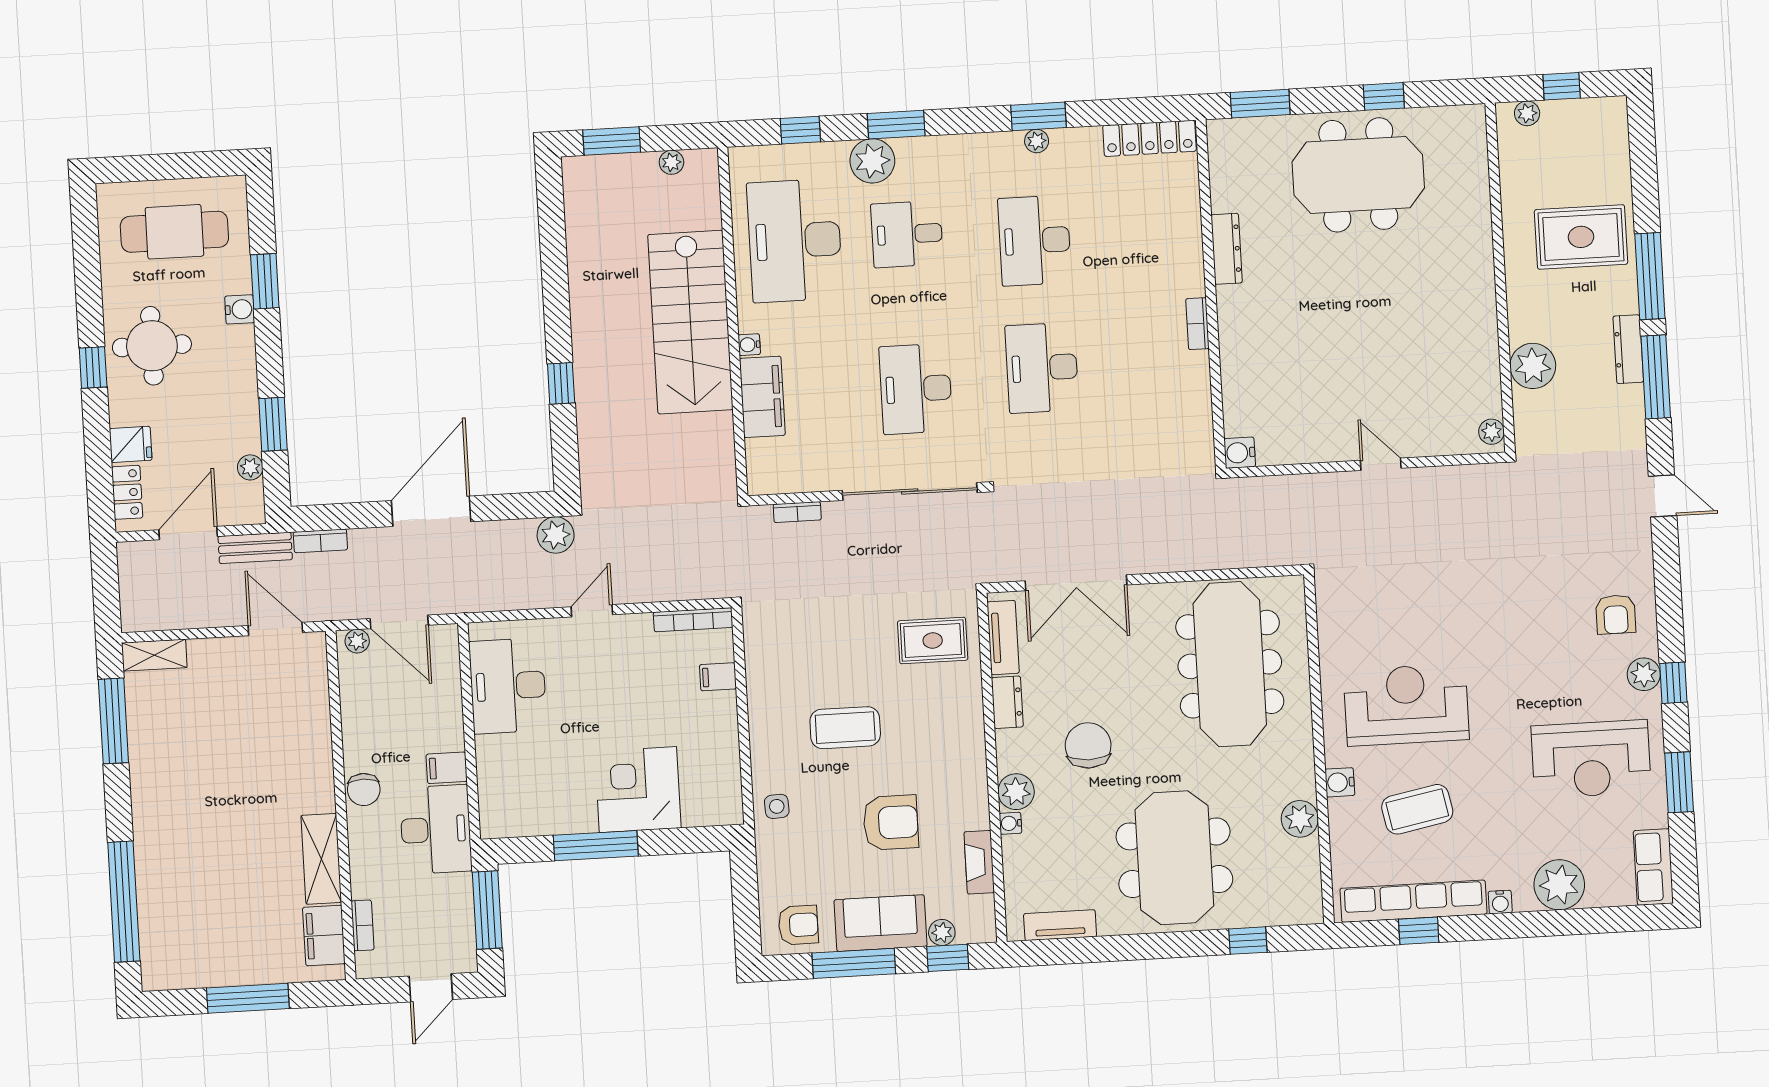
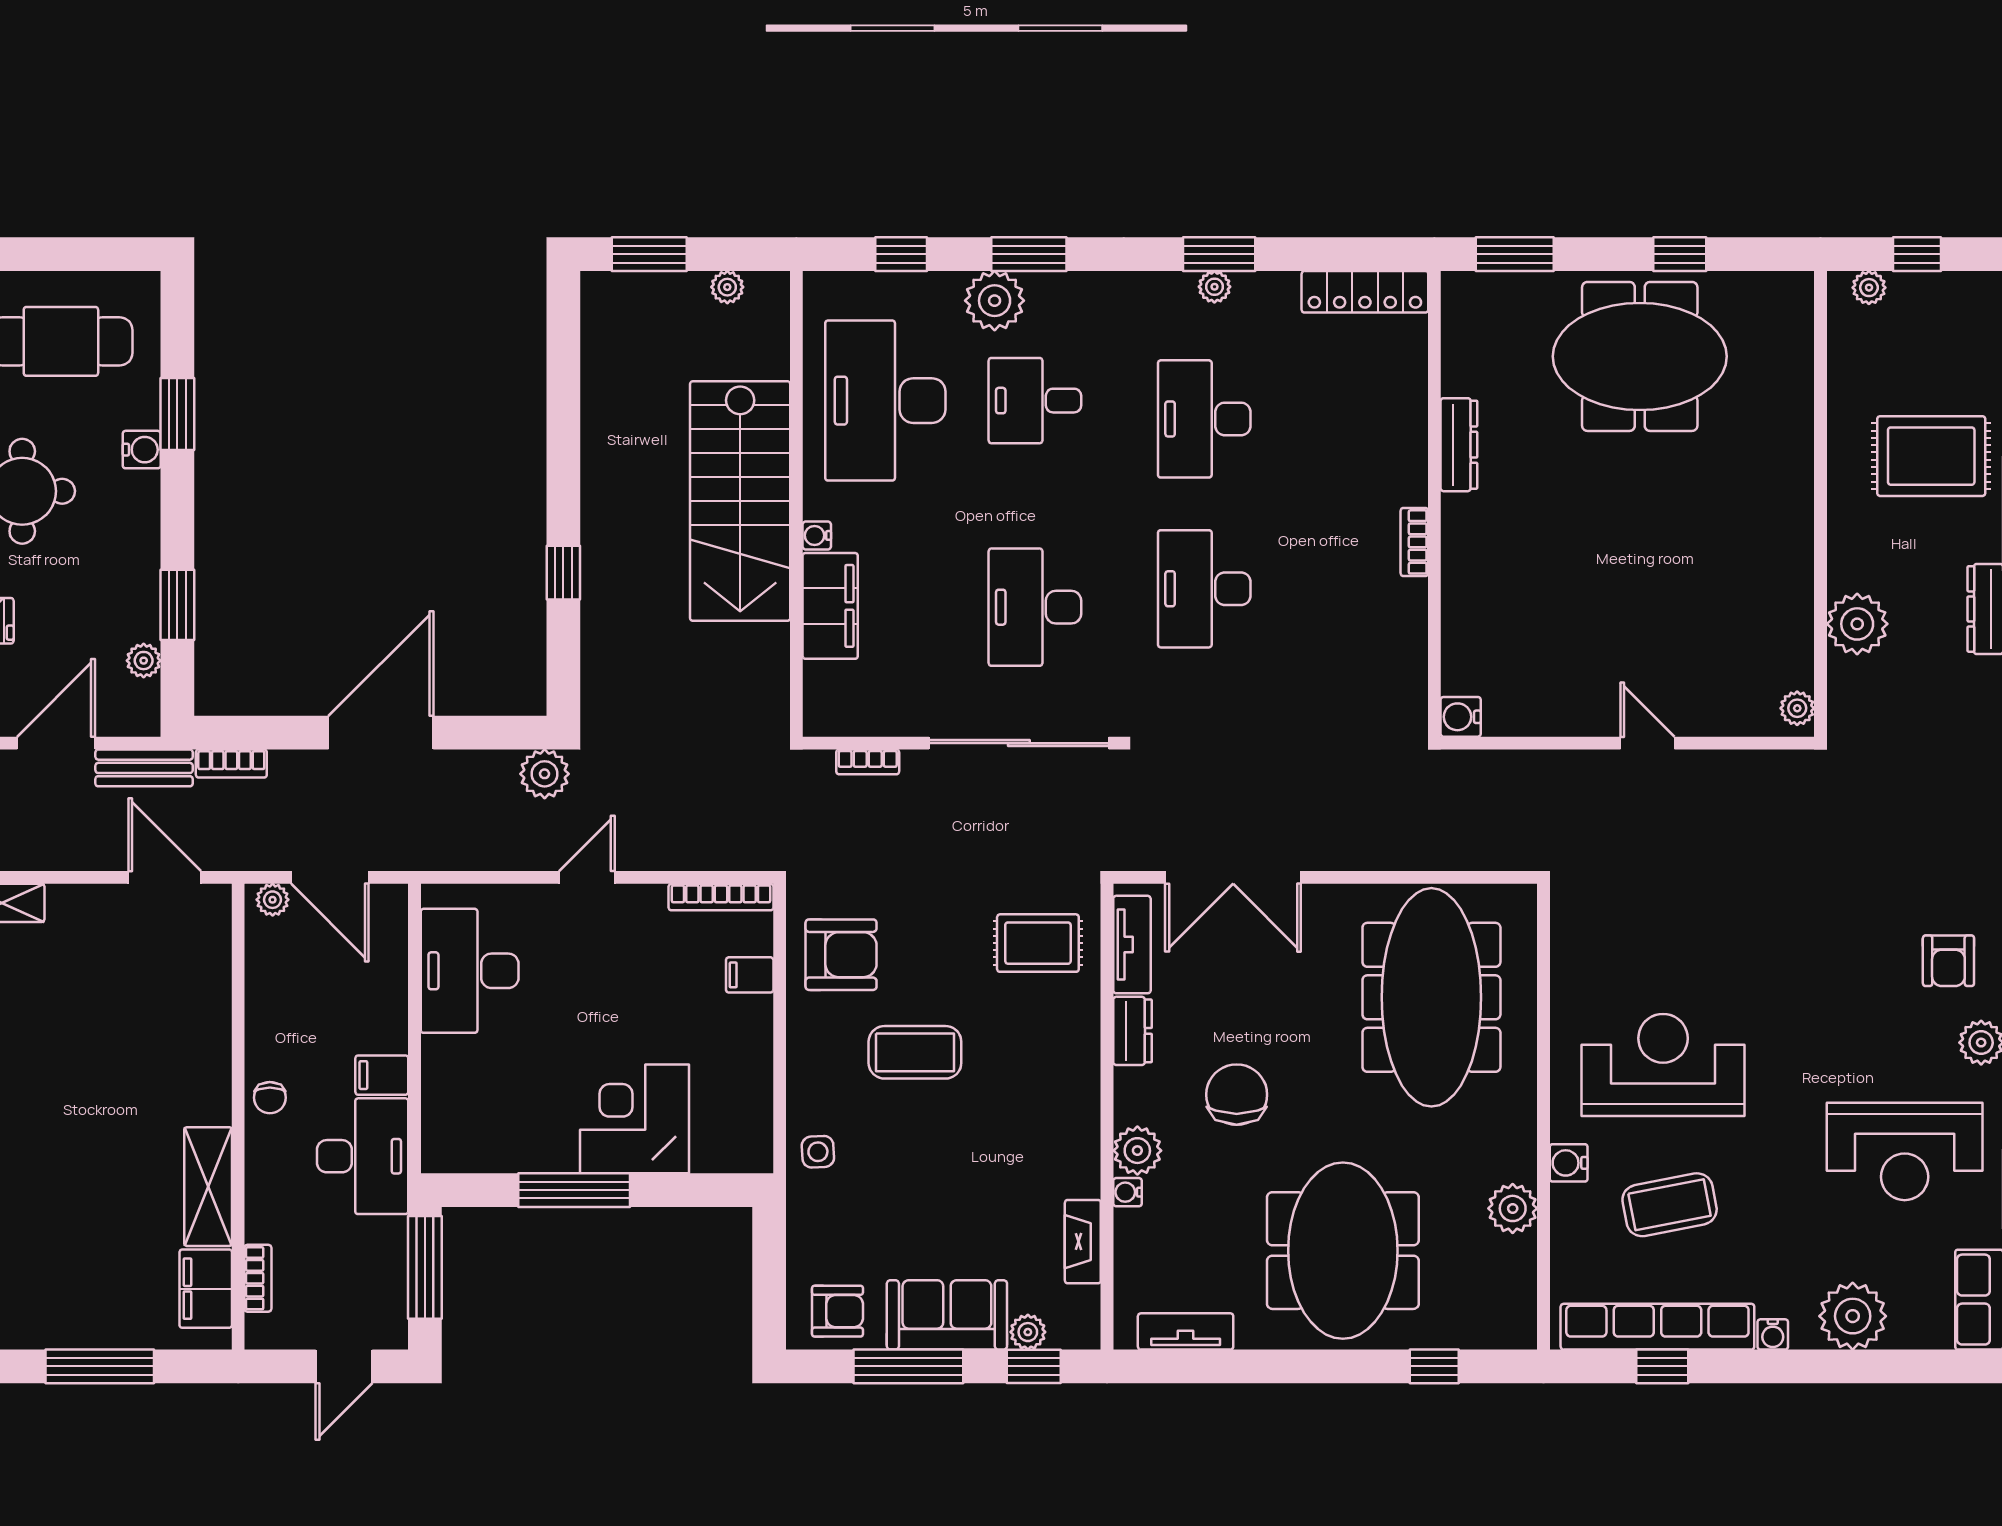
chair: (364, 789) -> (270, 1098), width x0.73, depth x0.73
armchair: (891, 822) -> (841, 955), moved

